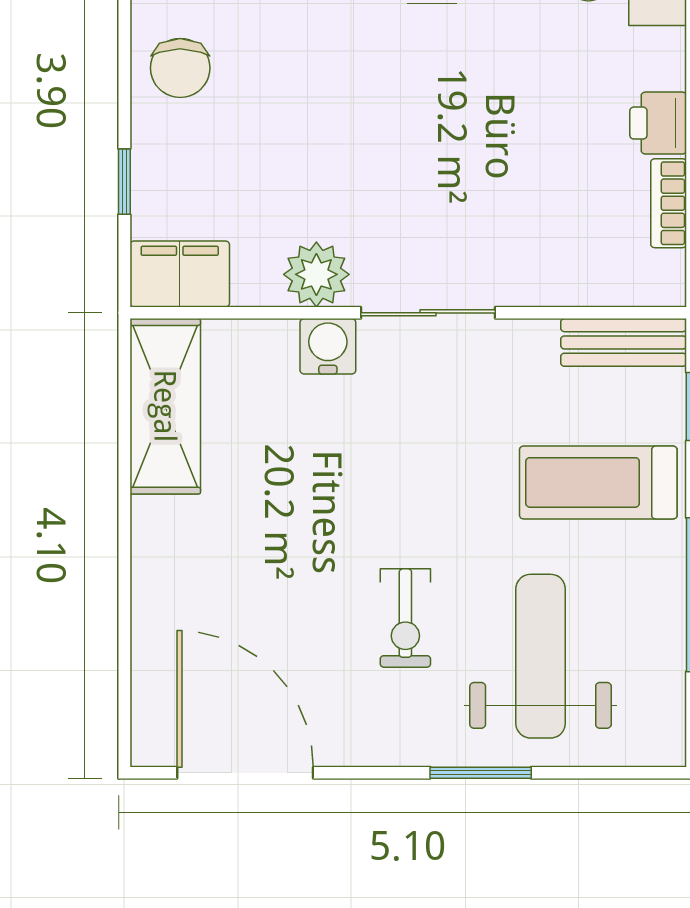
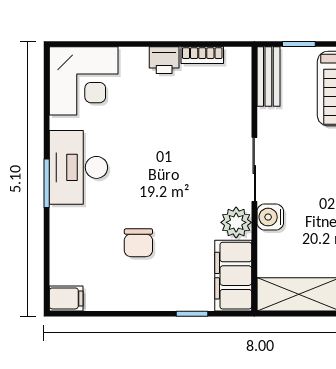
chair: (180, 68) -> (138, 243), moved, turned 90
filing cabinet: (180, 274) -> (233, 276), width x1.50, depth x1.17

